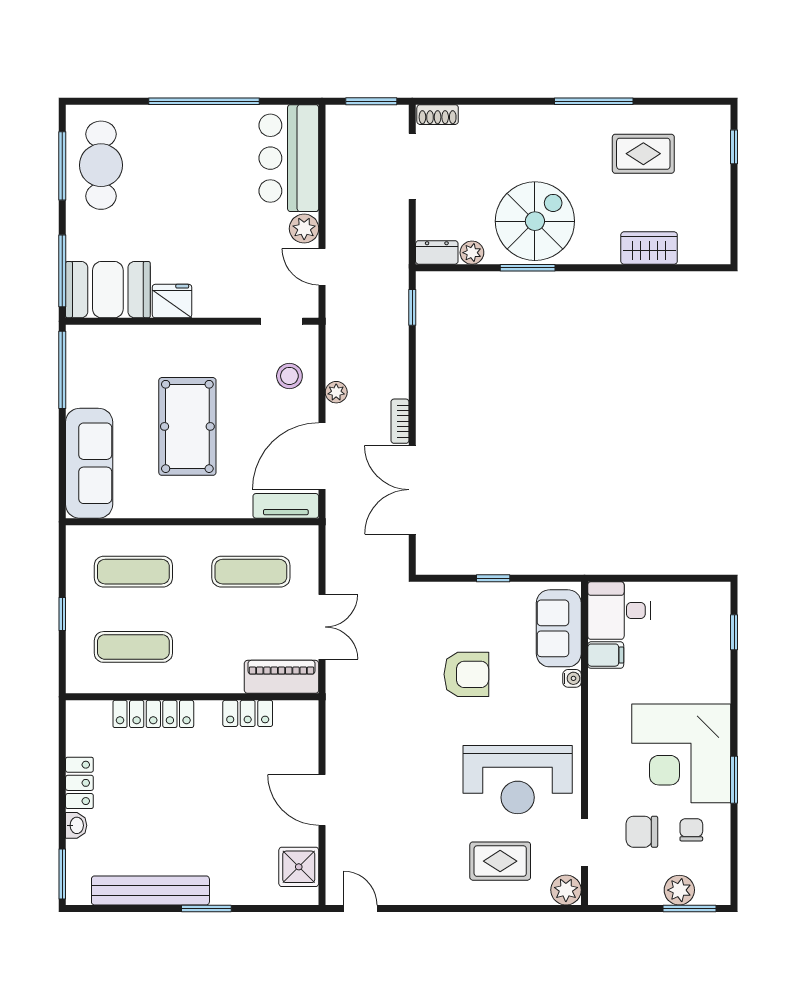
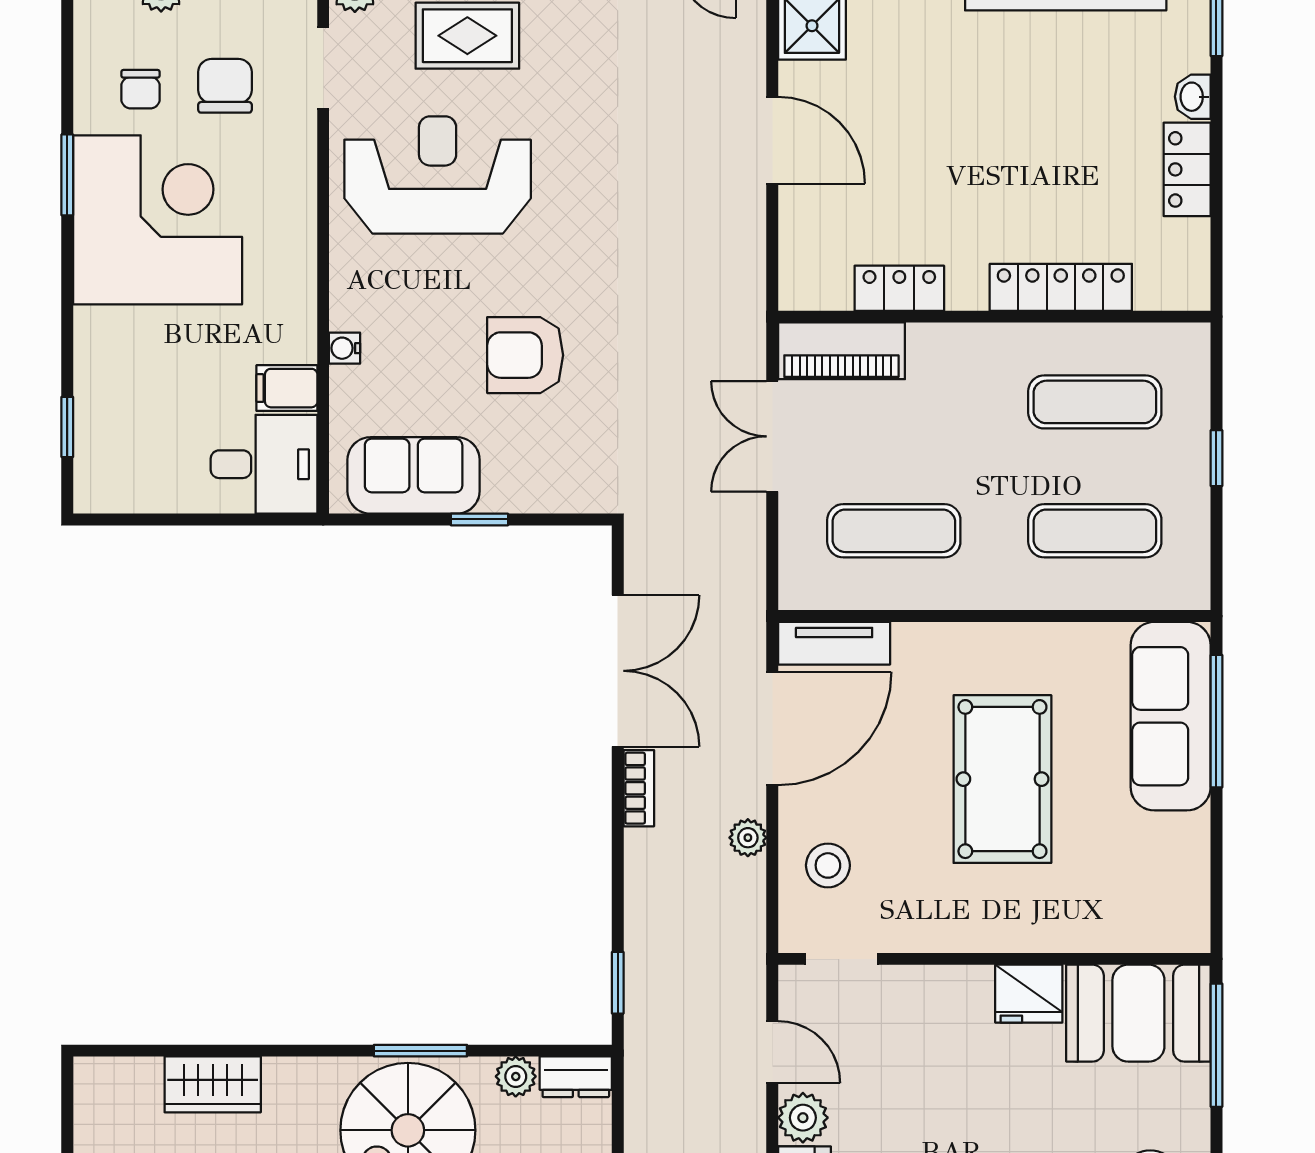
window: (62, 370) -> (1216, 721), moved
sofa: (559, 628) -> (414, 475), moved, turned -90
chair: (642, 832) -> (225, 86), turned -90

